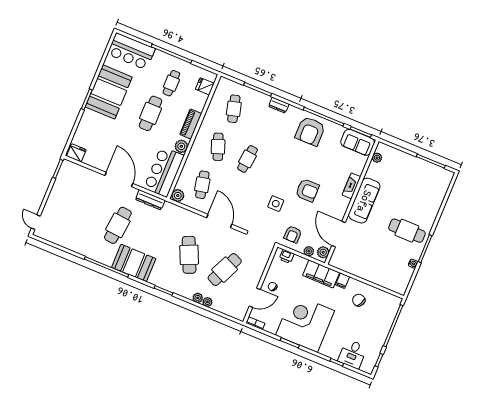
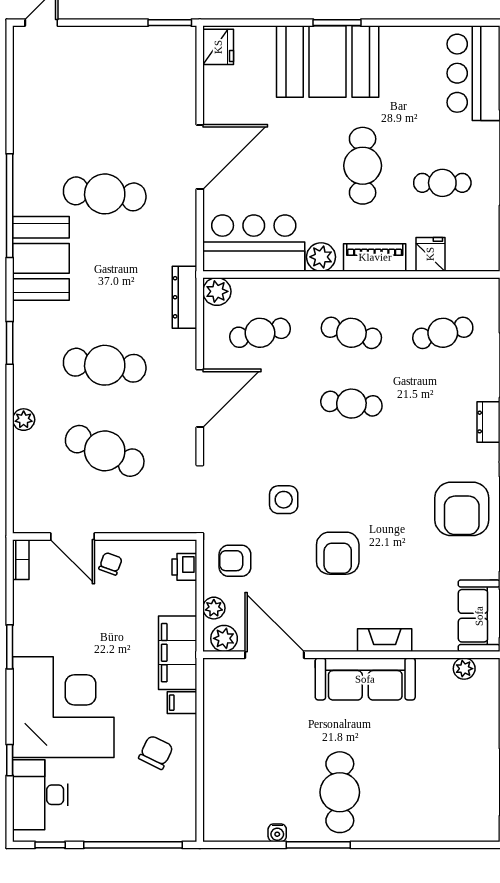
fridge: (205, 86) -> (430, 254), moved
booth: (109, 92) -> (328, 61), moved
cafe table: (151, 113) -> (363, 166), turned 90
armchair: (310, 131) -> (462, 509), turned -90
cafe table: (218, 147) -> (351, 333), turned 36
dresser: (150, 200) -> (185, 297), moved
door: (339, 234) -> (275, 655), hinge flipped
cafe table: (189, 255) -> (105, 365), turned 30
plant: (207, 302) -> (23, 443), removed
corner desk: (305, 323) -> (63, 707), moved
desk: (353, 354) -> (40, 795), width x1.37

